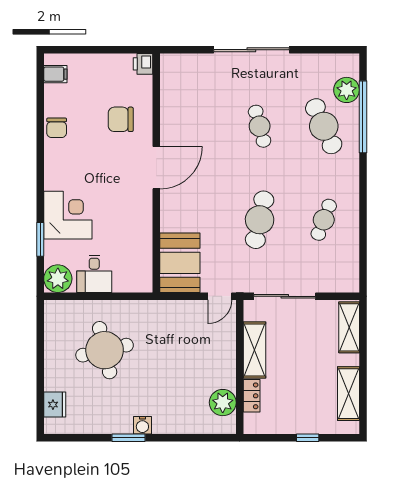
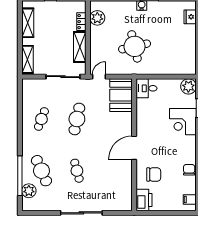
printer: (143, 64) -> (144, 200), width x1.87, depth x1.48
desk: (94, 274) -> (146, 88), moved, turned -90
round table: (105, 350) -> (135, 46), moved

